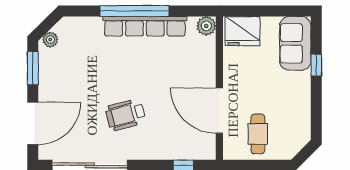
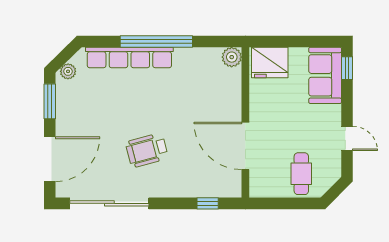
row of seats: (145, 26) -> (129, 57), moved
window: (316, 65) -> (347, 68), moved
door: (316, 103) -> (347, 138), added
cafe table: (258, 134) -> (301, 174), moved

